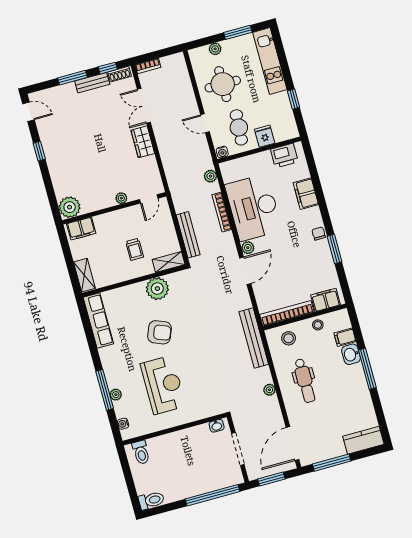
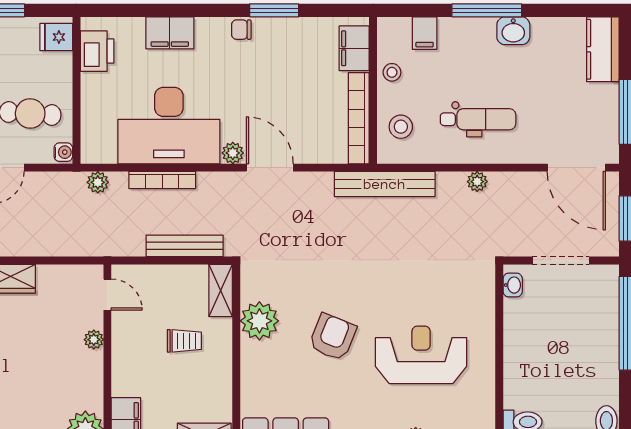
fridge: (265, 136) -> (56, 37), moved
washbasin: (351, 354) -> (513, 31), moved

